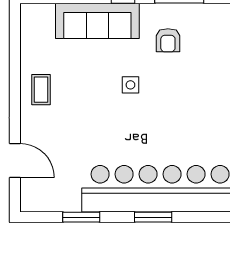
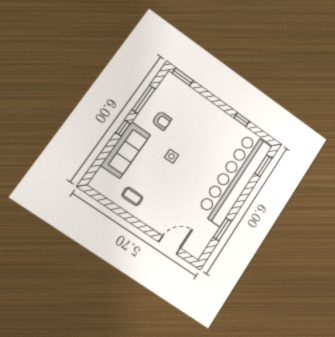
coffee table: (41, 90) -> (132, 196), moved
window: (153, 217) -> (263, 166), moved

